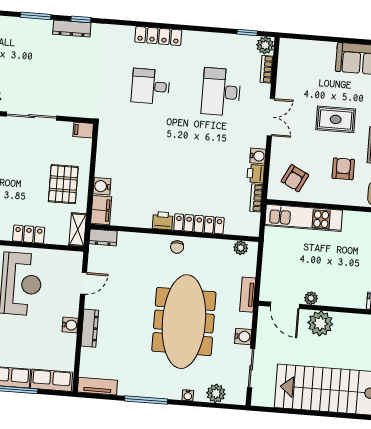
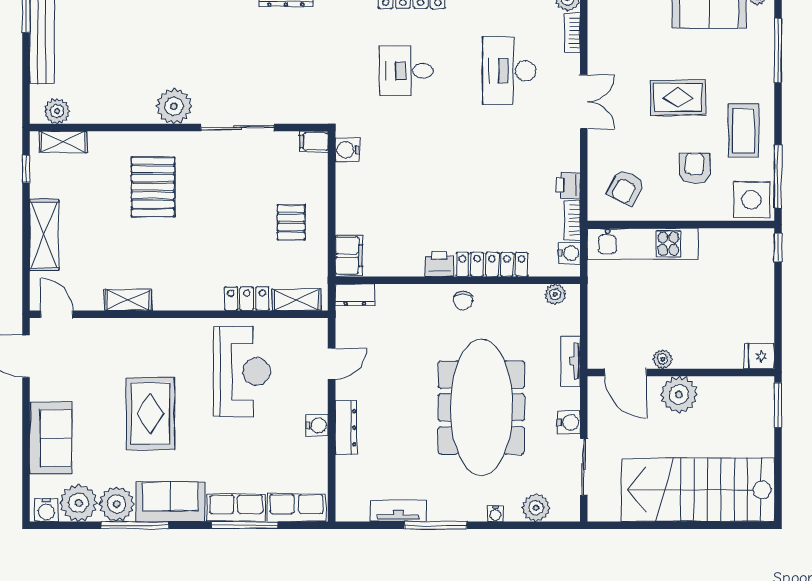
water cooler: (258, 156) -> (569, 253), moved
pallet: (63, 184) -> (291, 222), width x0.67, depth x0.71
water cooler: (102, 186) -> (347, 150), moved
shelving: (78, 230) -> (296, 300), moved, turned 90
tv unit: (97, 386) -> (398, 511), moved

